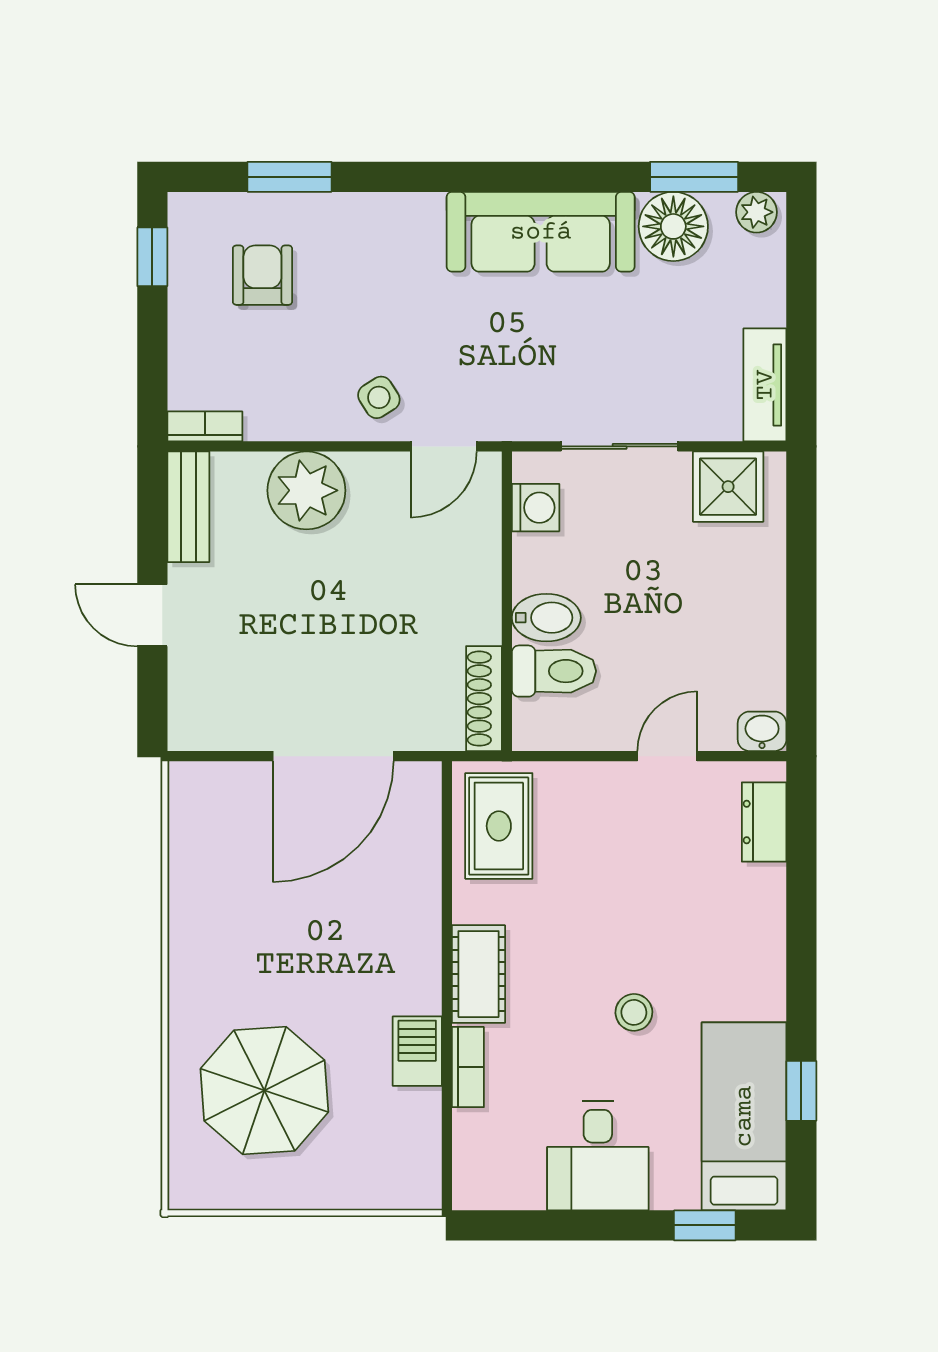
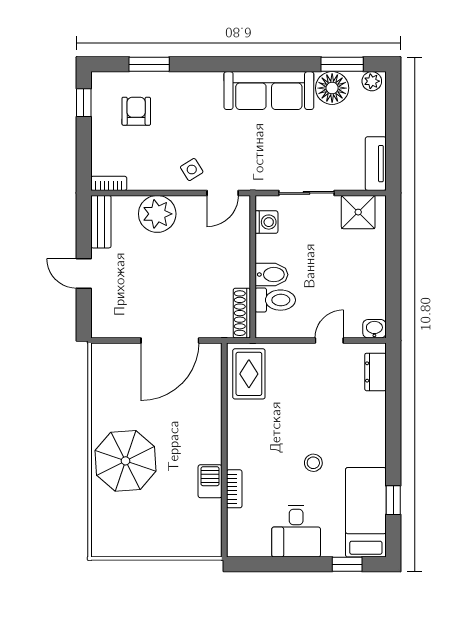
cot: (478, 974) -> (239, 444), removed
parasol: (264, 1090) -> (125, 461), moved

